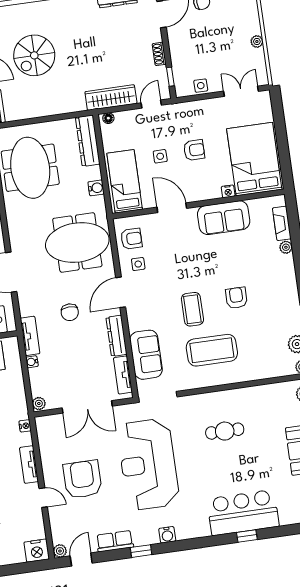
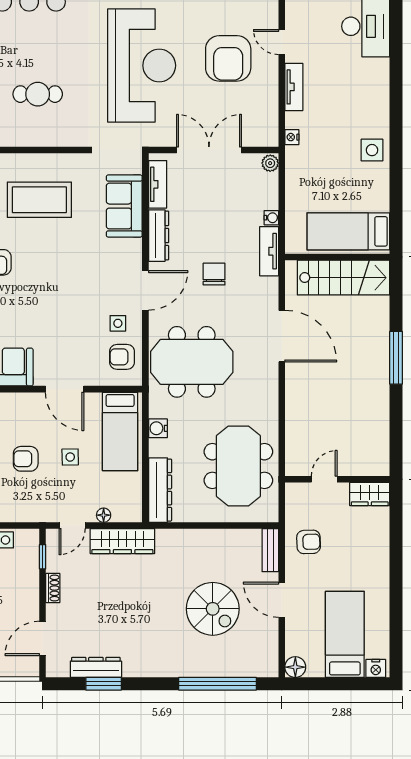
spiral stairs: (34, 55) -> (213, 609), turned 90
floor lamp: (108, 118) -> (104, 515), moved
coffee table: (192, 309) -> (57, 256), removed

